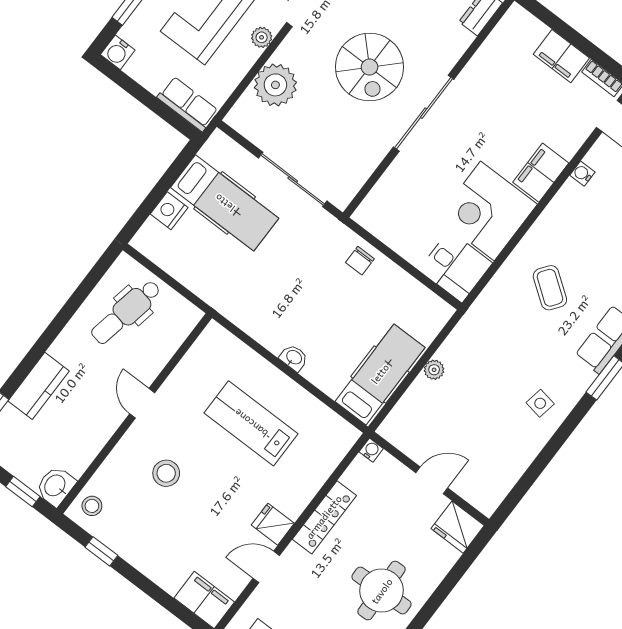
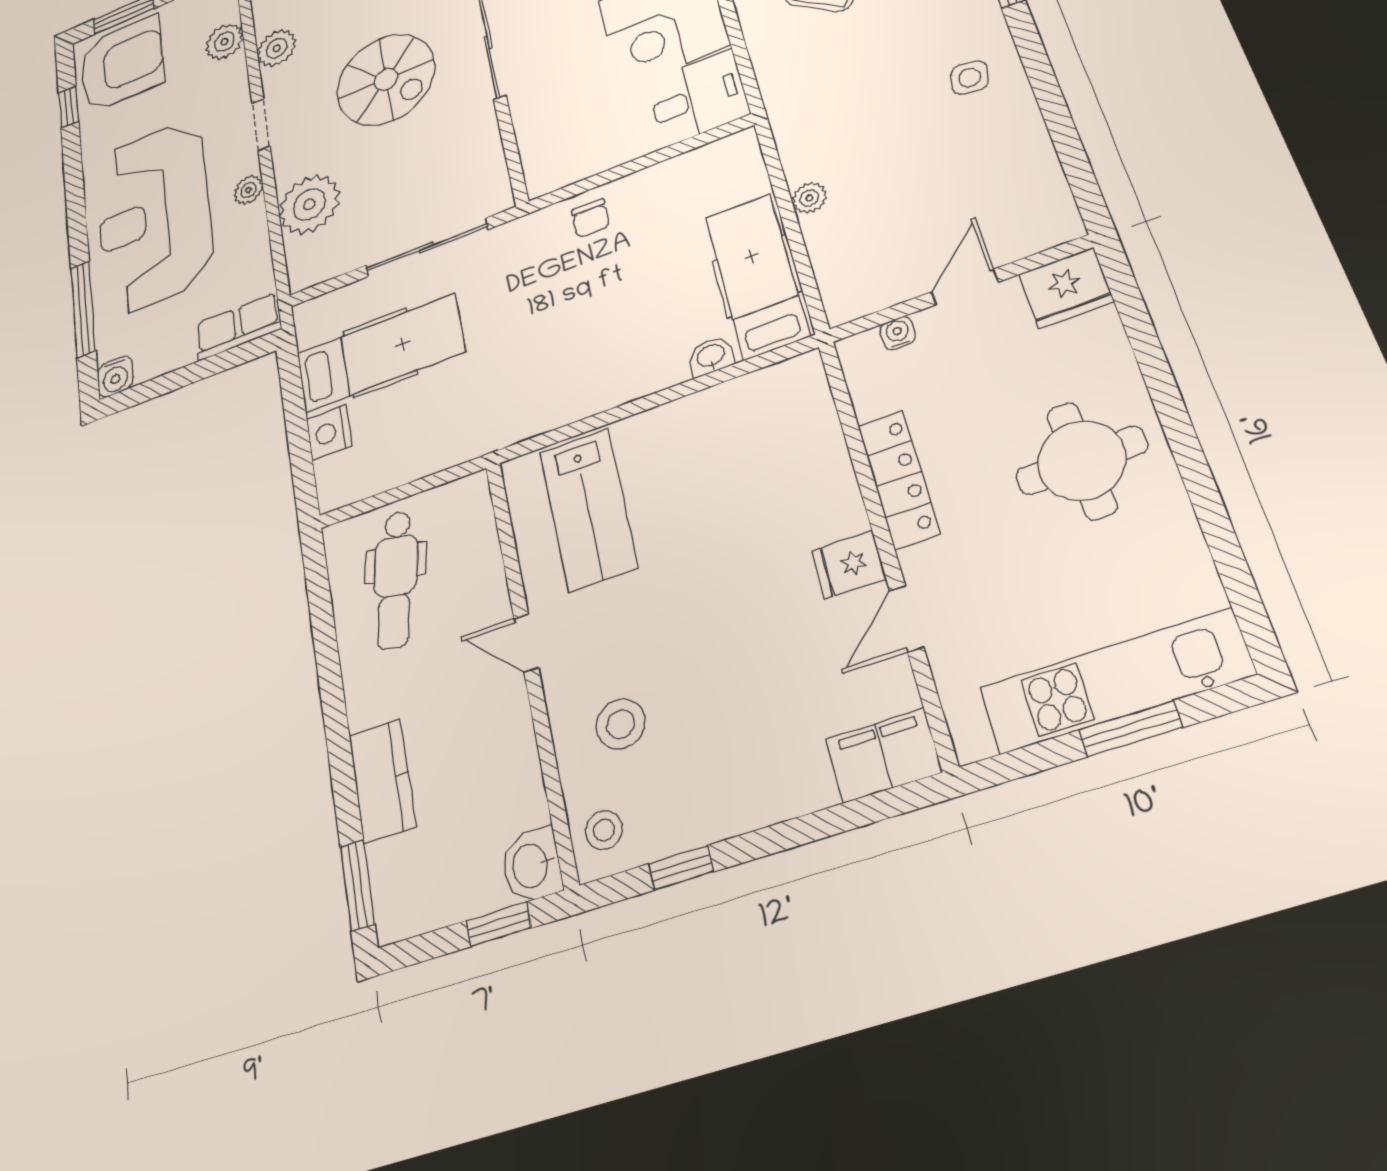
washbasin: (294, 358) -> (711, 356), moved
lab bench: (251, 423) -> (588, 509), moved, turned -90
water cooler: (371, 450) -> (898, 333), moved
stool: (166, 473) -> (621, 724), moved

